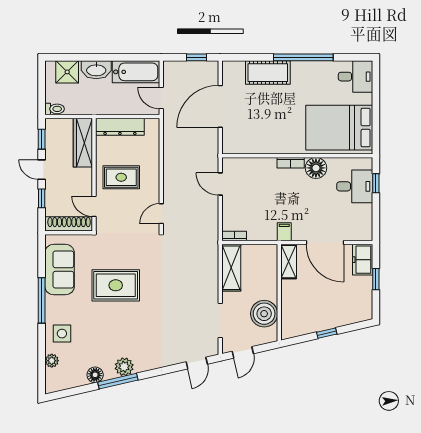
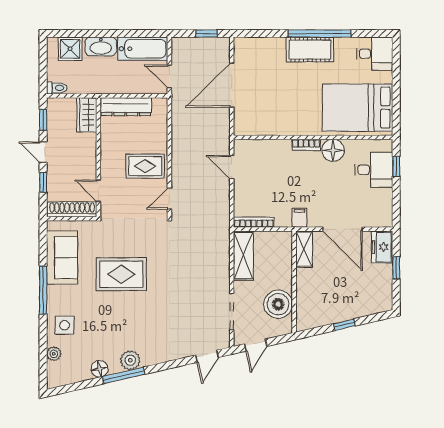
cot: (268, 73) -> (310, 50), moved
wardrobe: (83, 143) -> (87, 115), width x0.67
rug: (121, 177) -> (145, 166), moved
bookcase: (234, 236) -> (254, 222), width x1.56

